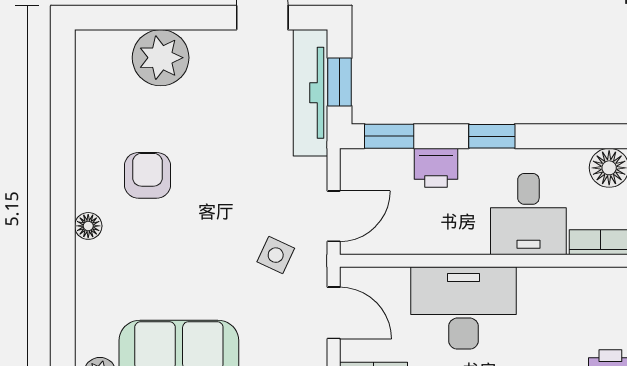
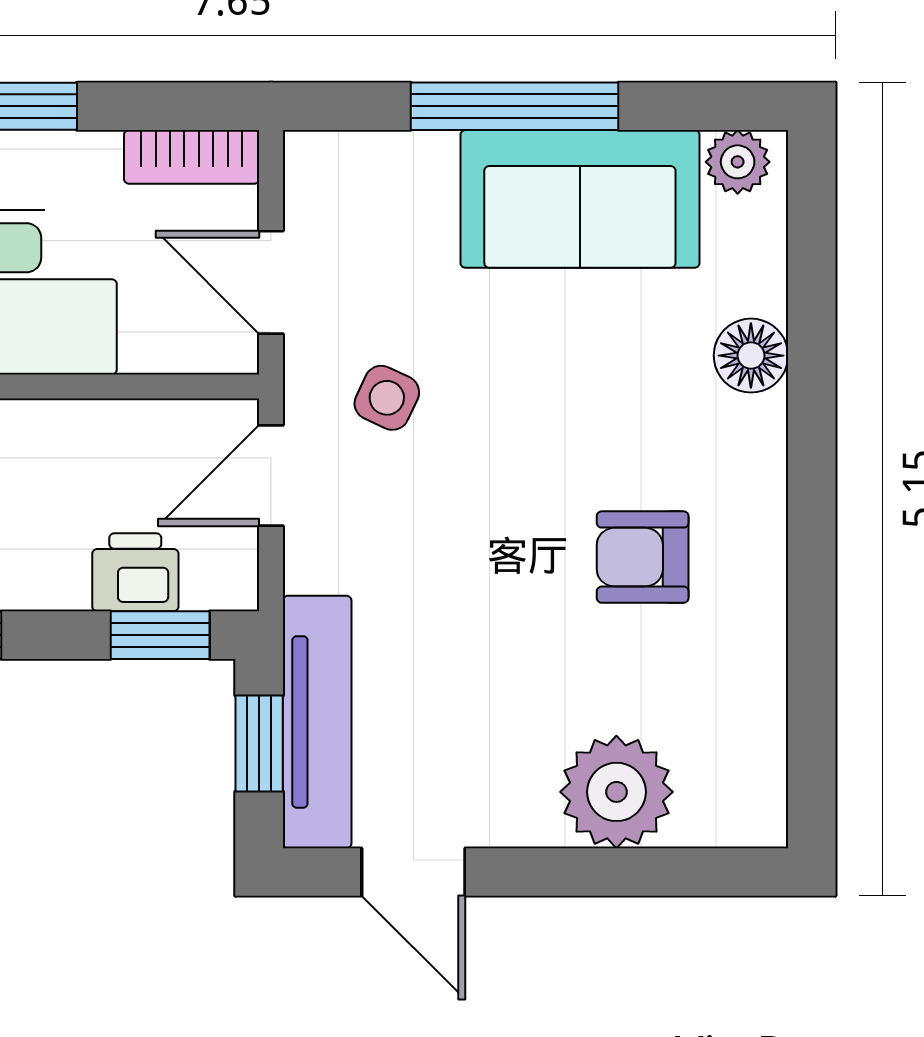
printer: (436, 168) -> (135, 572), moved
armchair: (148, 175) -> (643, 557), turned 90
floor lamp: (88, 226) -> (751, 356), moved, width x1.37, depth x1.37

